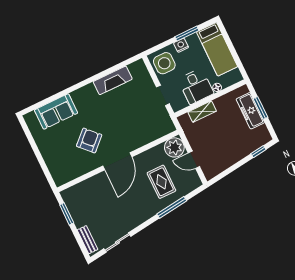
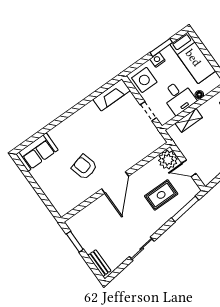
fireplace: (113, 80) -> (112, 95), moved
sofa: (56, 111) -> (37, 152), moved
armchair: (89, 140) -> (84, 167), turned -61
rug: (161, 182) -> (161, 195), turned 90
window: (172, 207) -> (185, 209), moved
sliding door: (117, 242) -> (142, 249), moved

